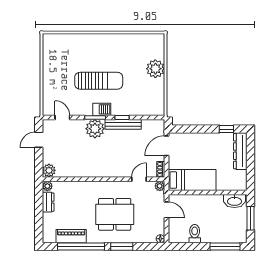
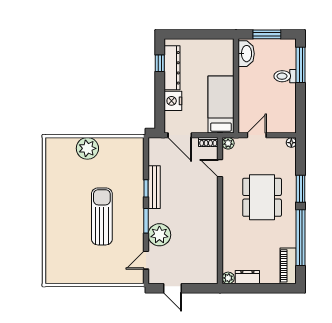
barbecue: (102, 109) -> (136, 213), removed
plant: (95, 129) -> (159, 235), moved
nightstand: (195, 140) -> (173, 101), added
dresser: (240, 151) -> (172, 68), moved, turned -90
plant: (49, 170) -> (209, 276), removed
toilet: (195, 234) -> (285, 76), moved
piano: (71, 236) -> (288, 266), moved

